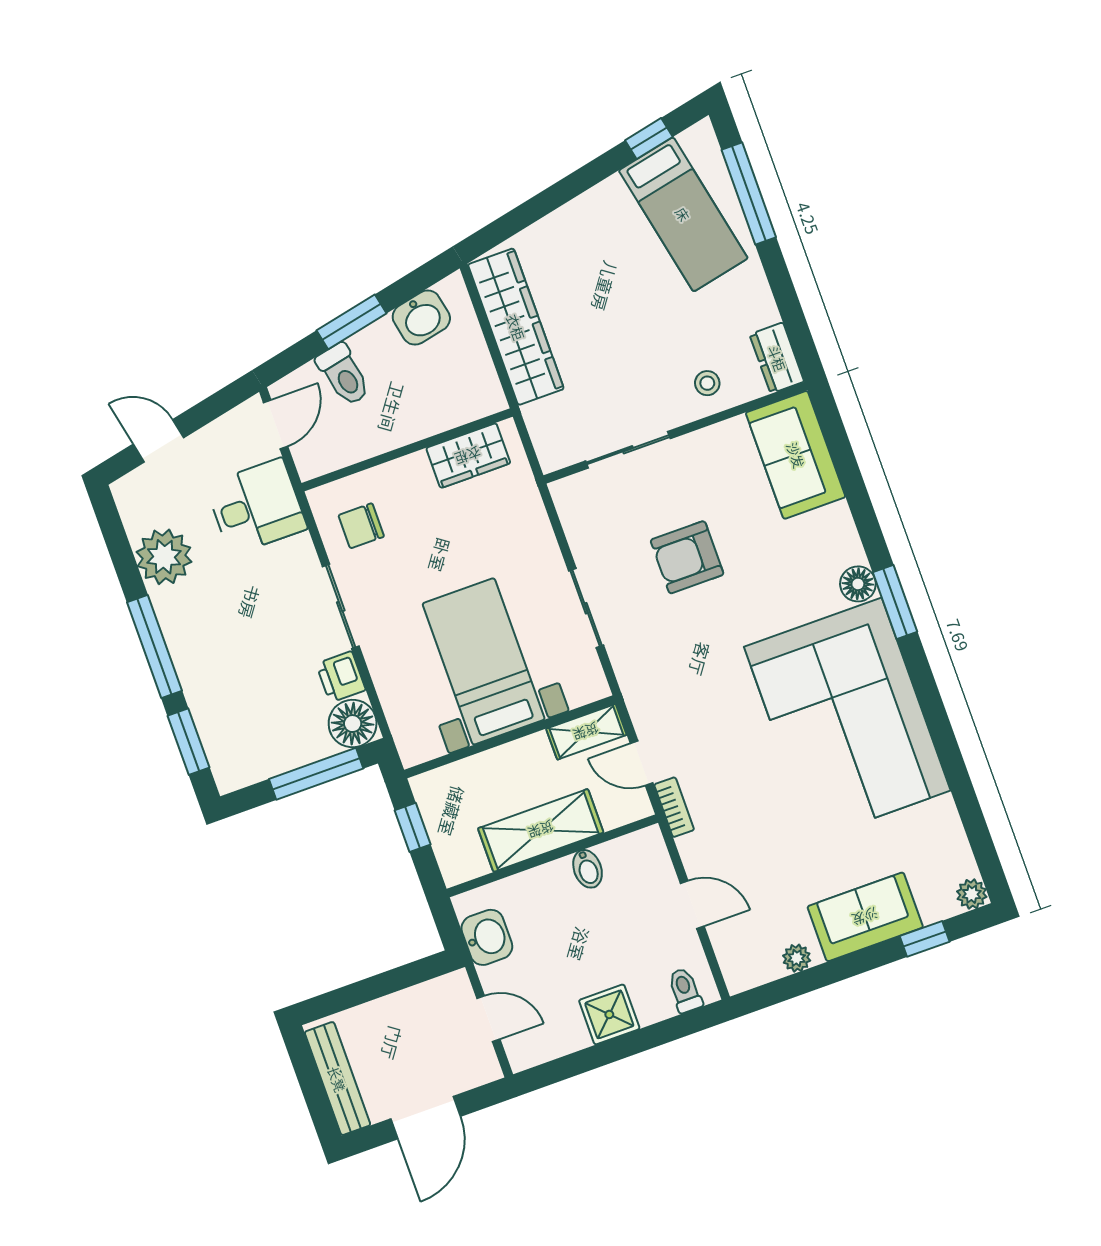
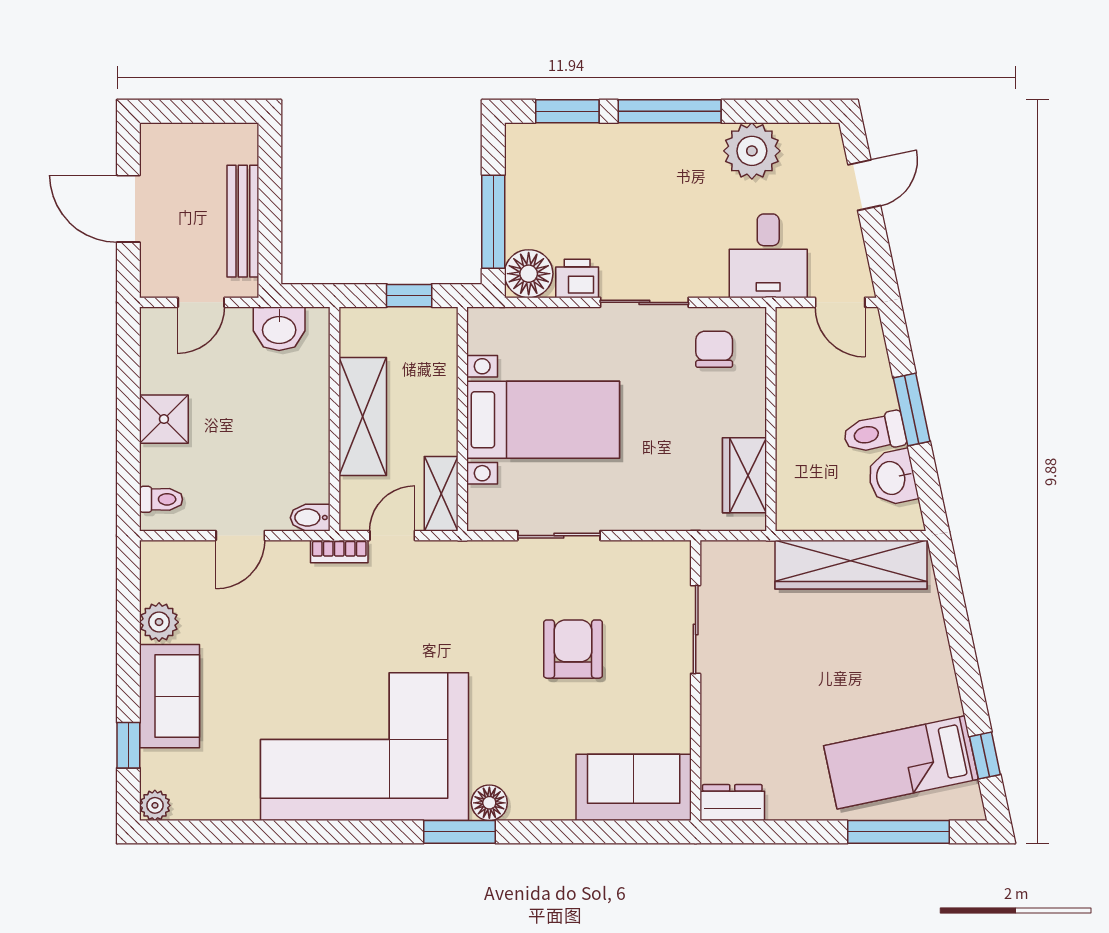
toilet: (344, 375) -> (874, 433), moved
stool: (707, 383) -> (732, 728), removed
bidet: (588, 869) -> (310, 518), moved
plant: (797, 958) -> (159, 622), width x1.38, depth x1.38
bench: (337, 1079) -> (243, 221), moved, turned 90

